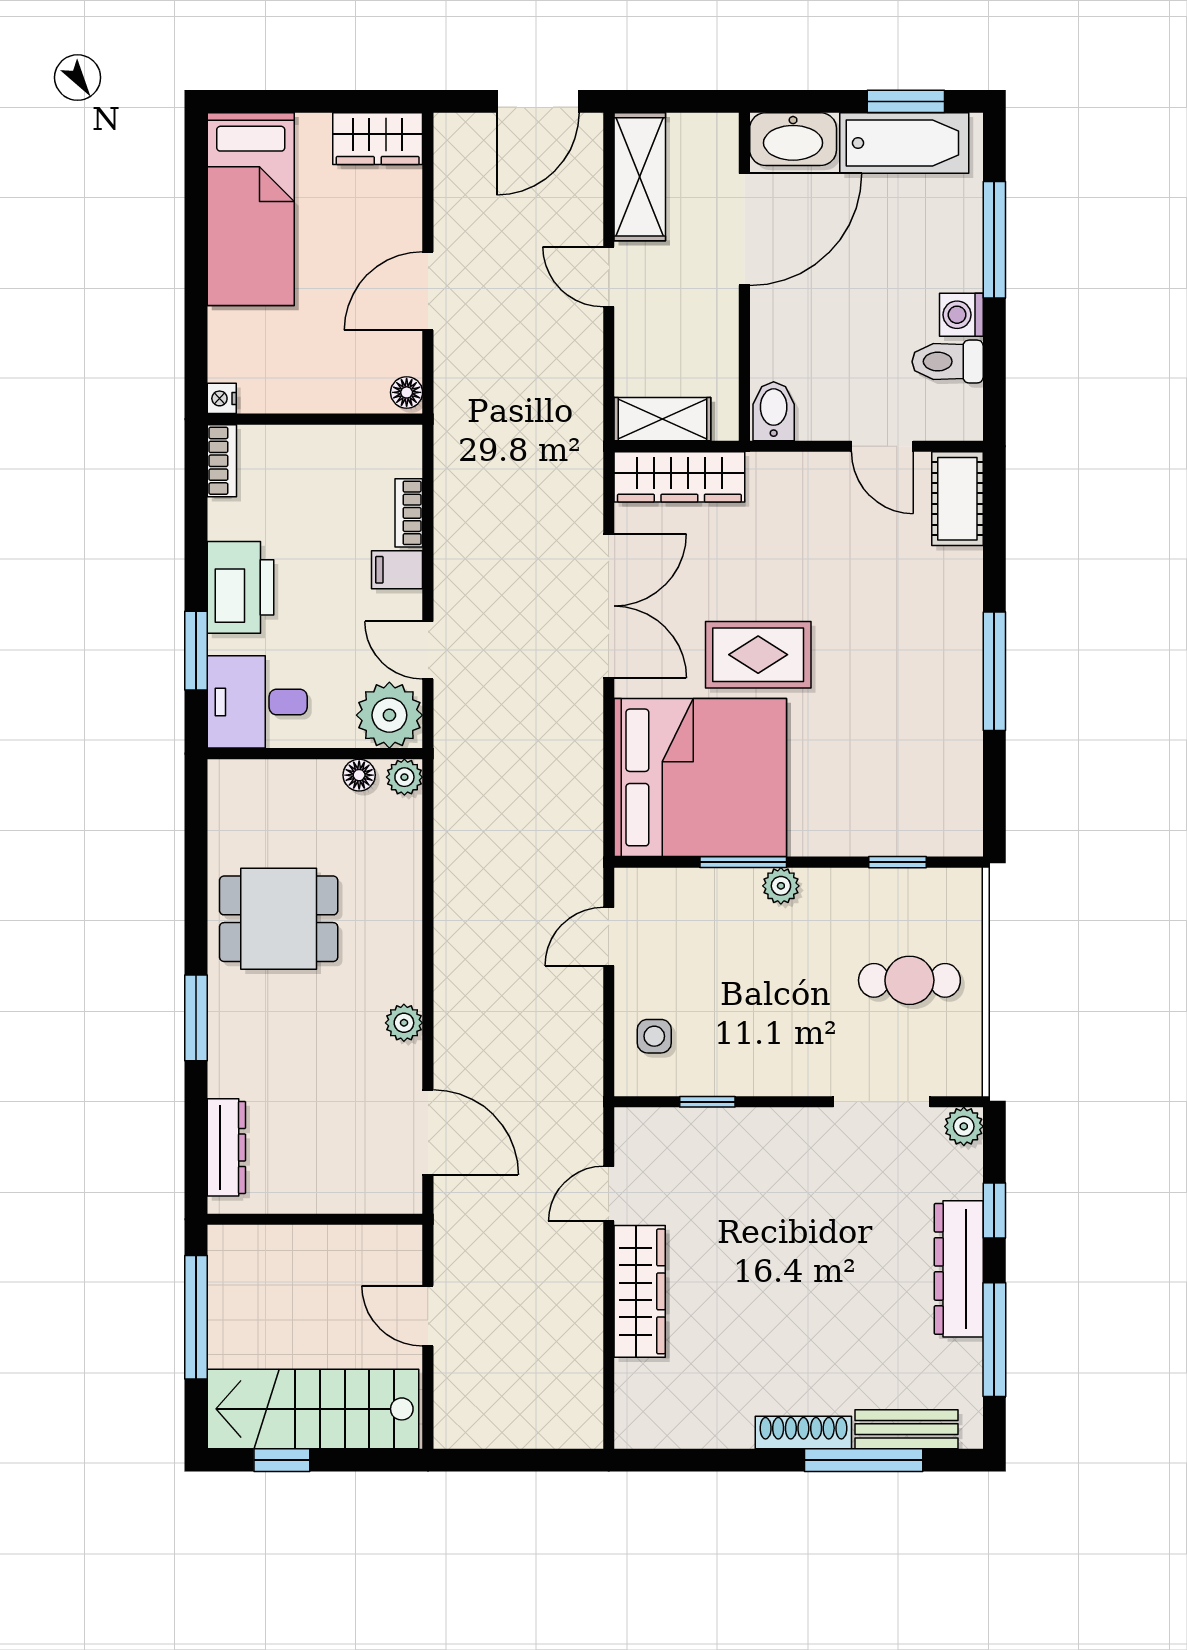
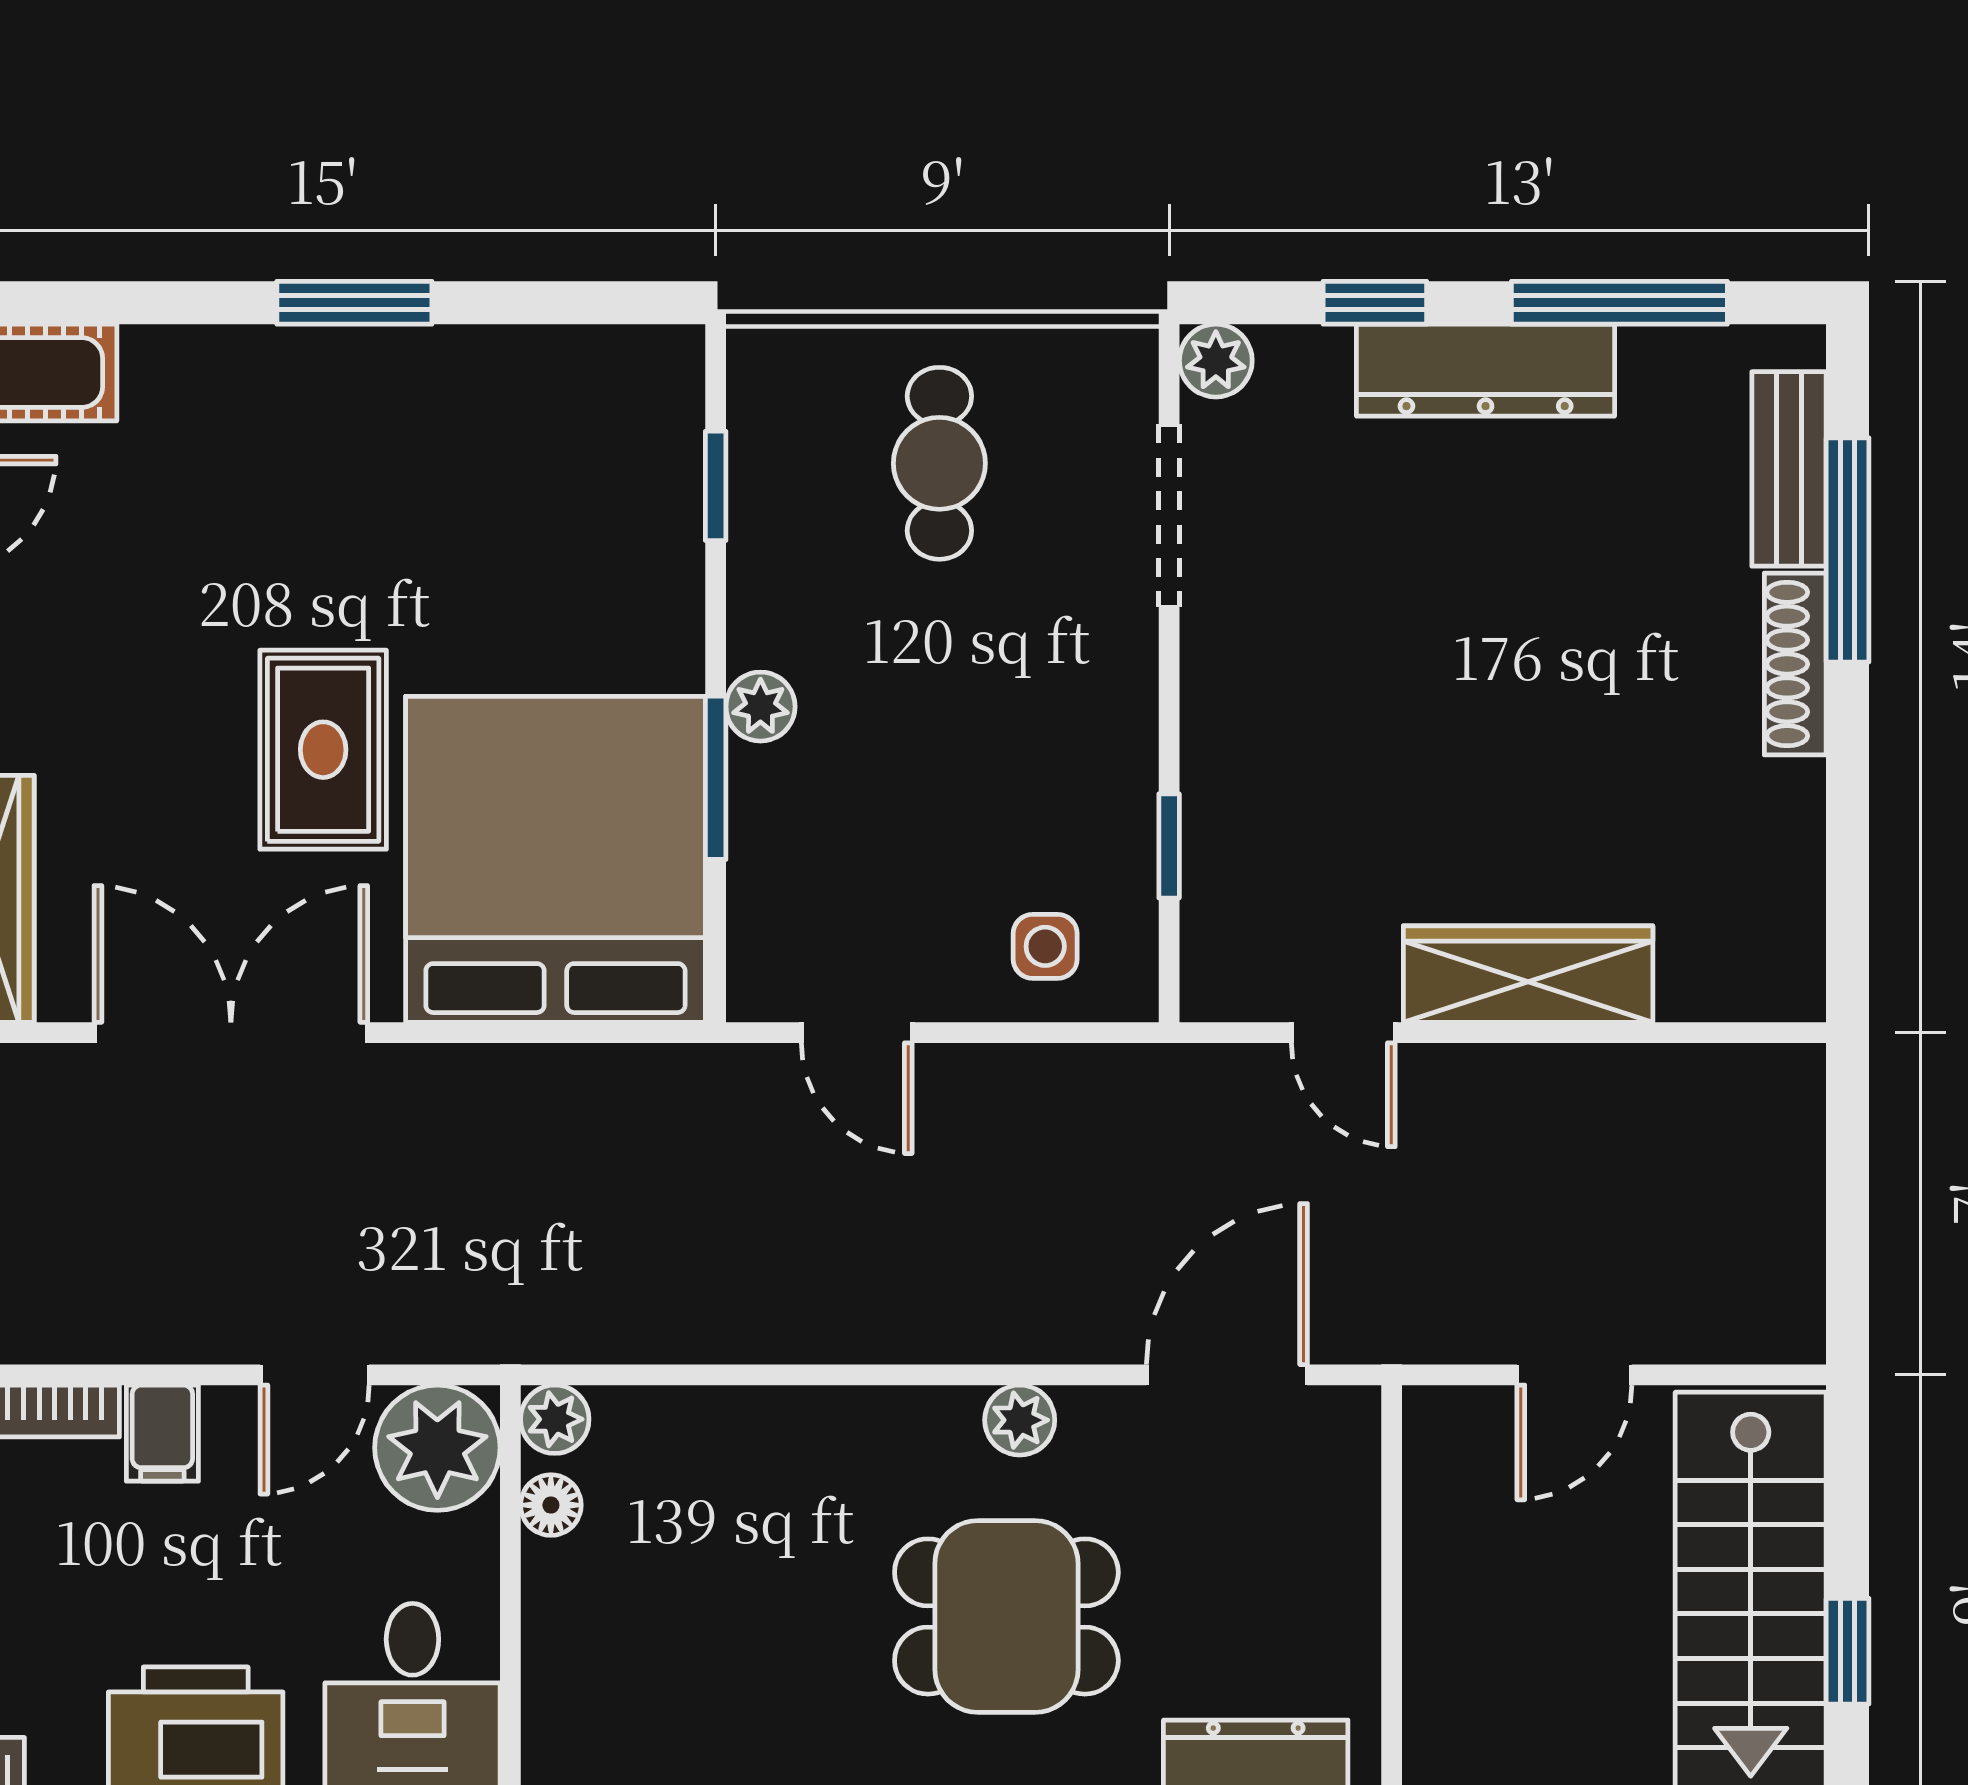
window: (994, 671) -> (354, 303), width x0.69
dining table: (279, 919) -> (1006, 1616), moved, turned 90

